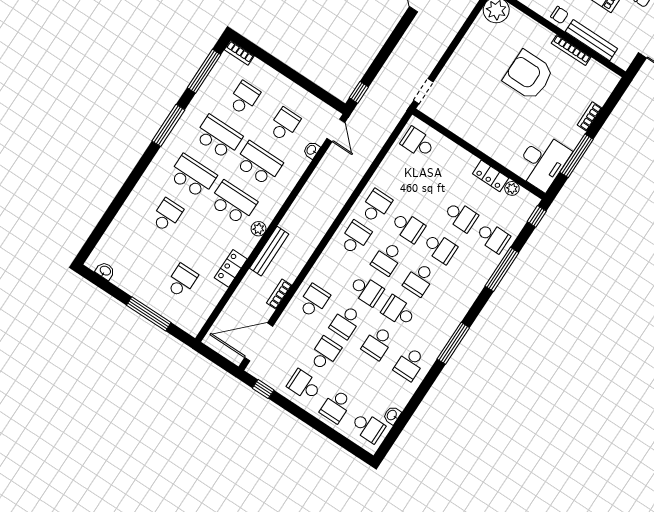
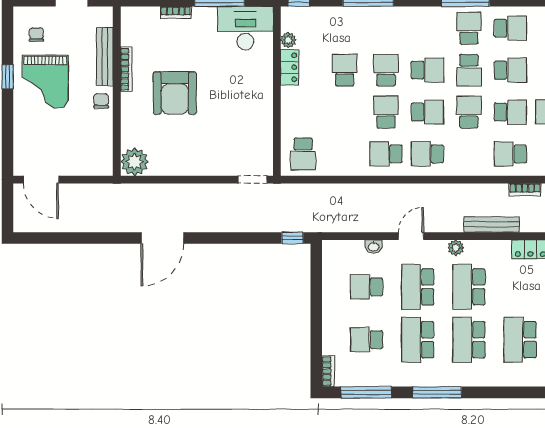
door: (336, 130) -> (411, 236), moved
school desk: (167, 215) -> (520, 340), width x1.85
plant: (259, 229) -> (456, 248), moved
school desk: (493, 237) -> (469, 28), moved

